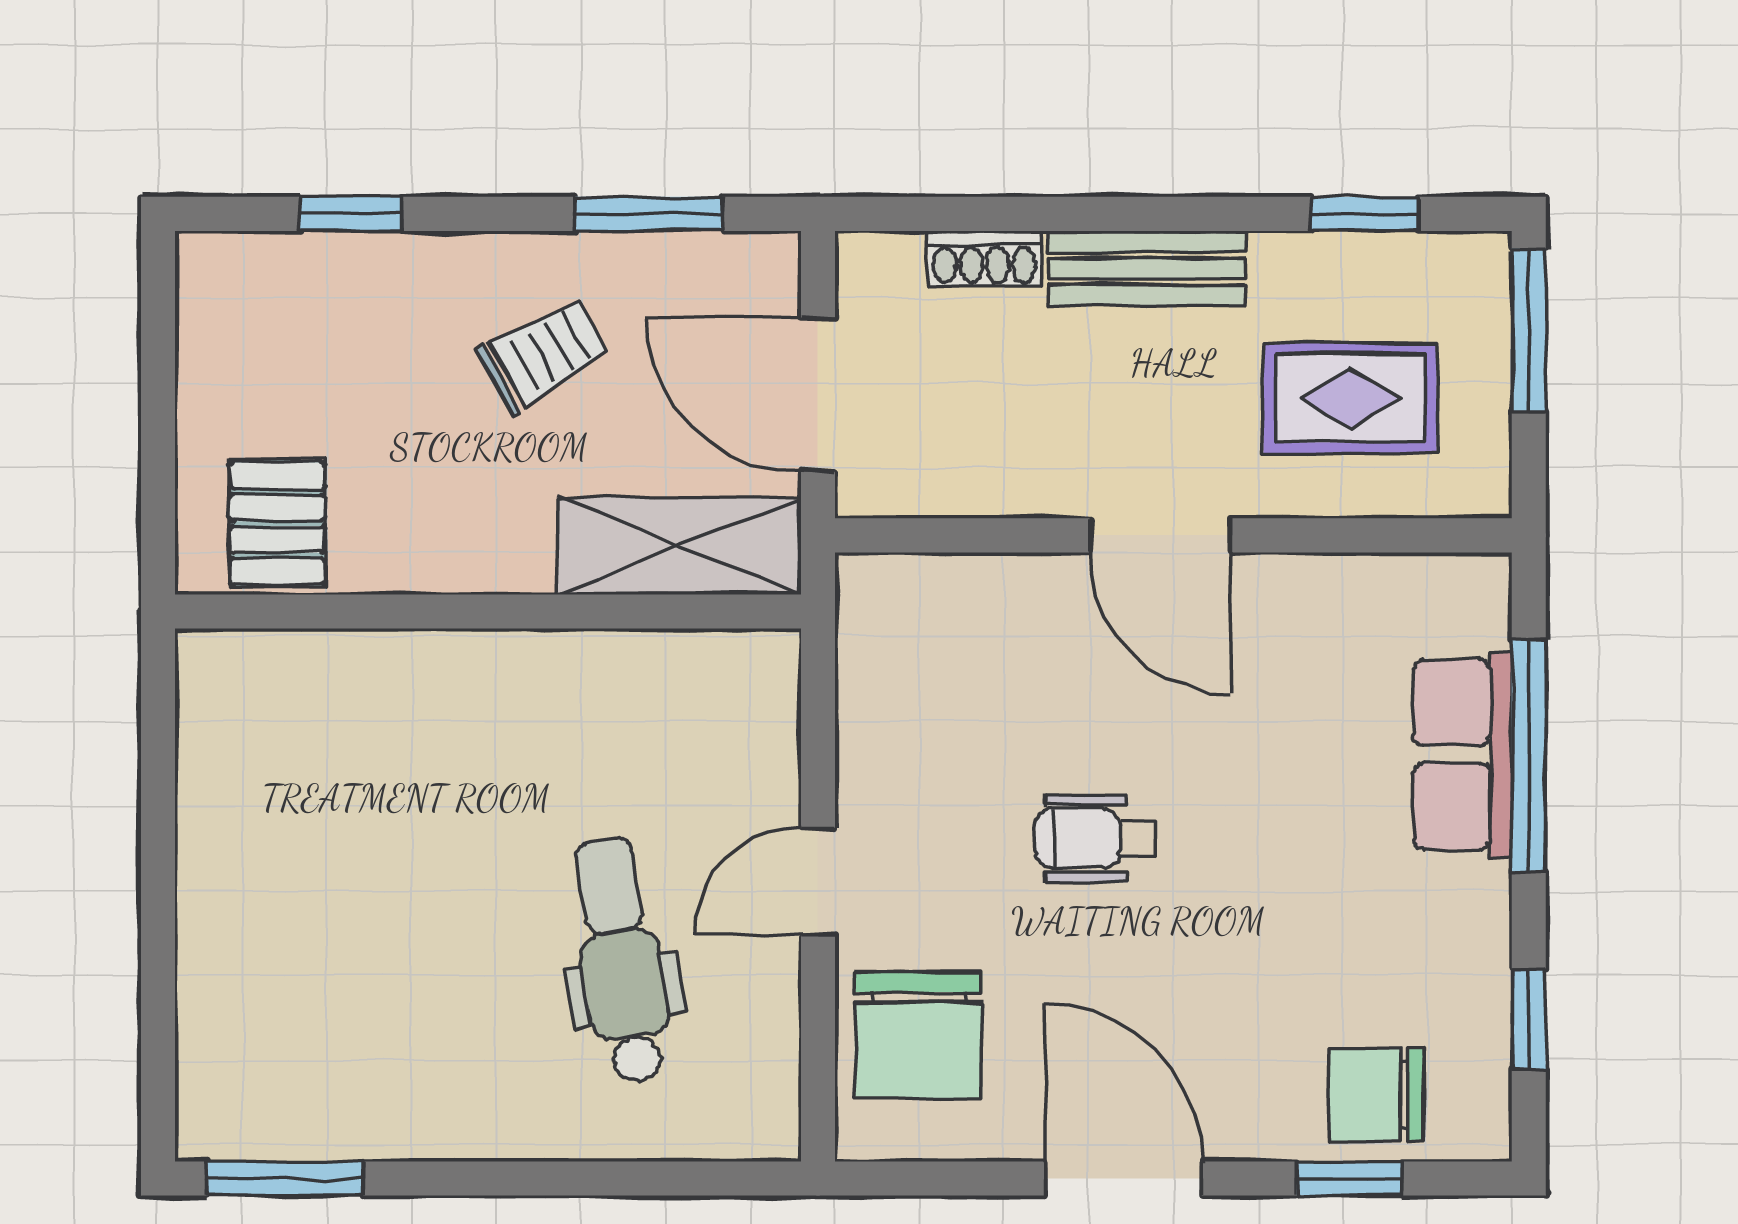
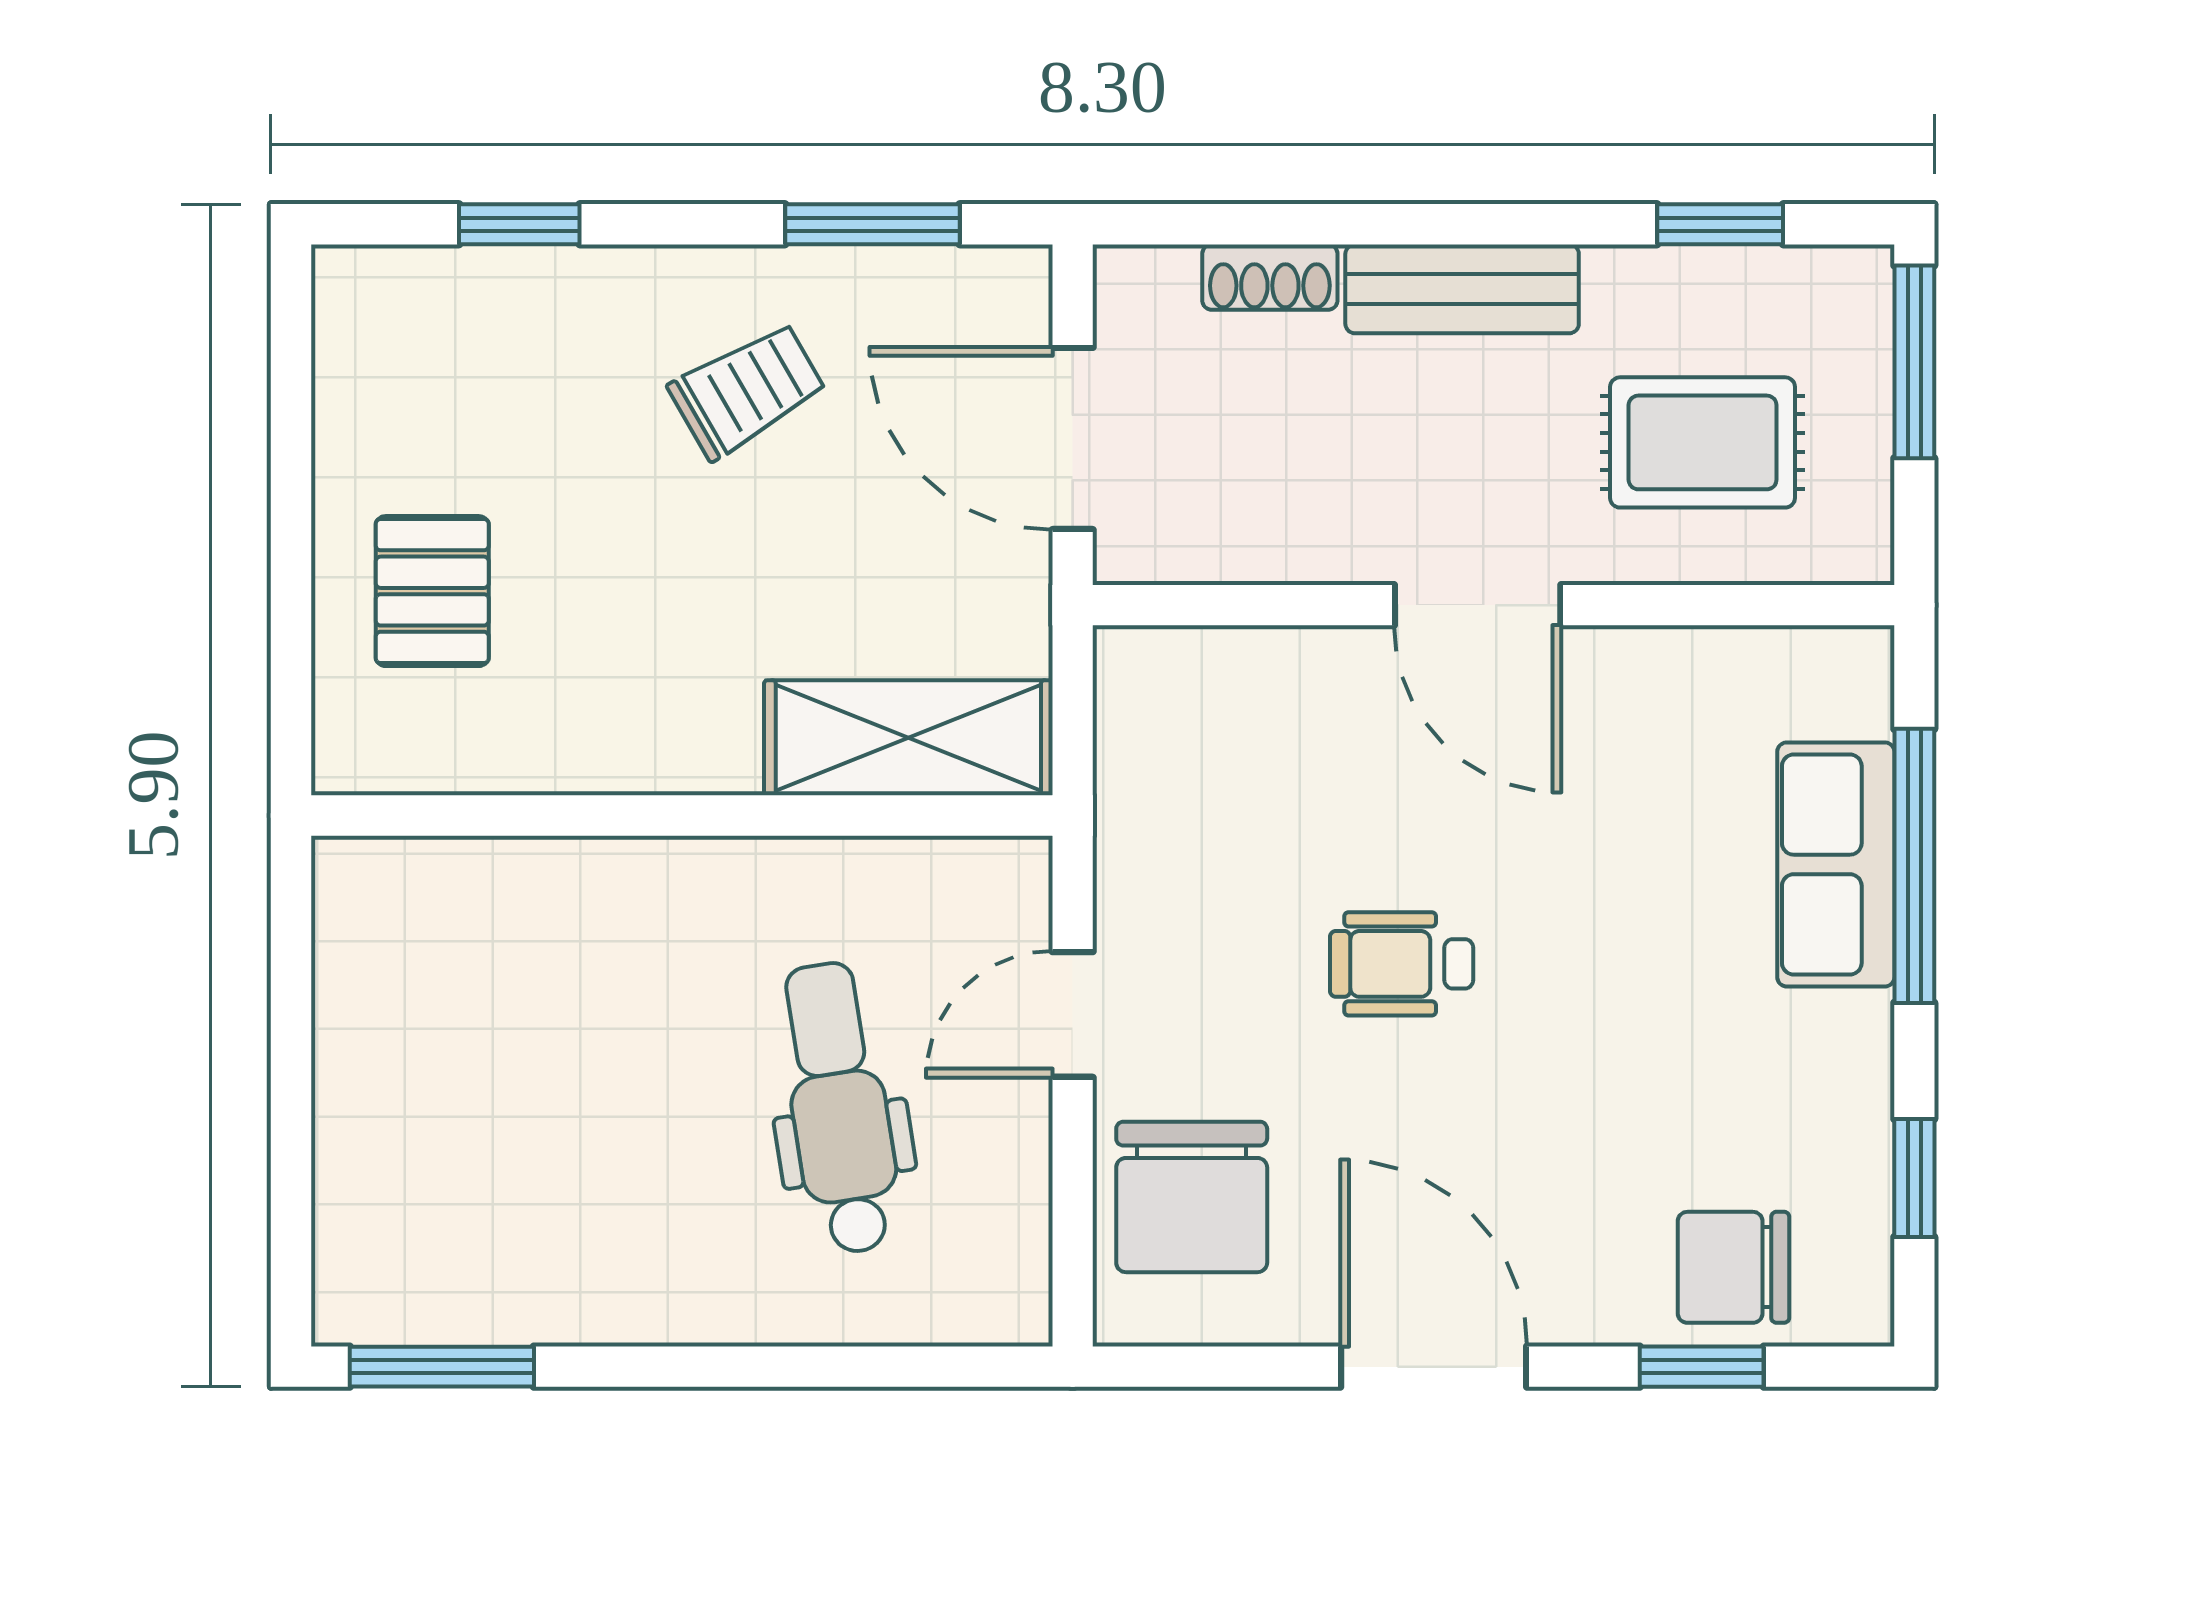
shelving: (679, 546) -> (908, 738), moved
wall: (488, 612) -> (682, 815), moved

